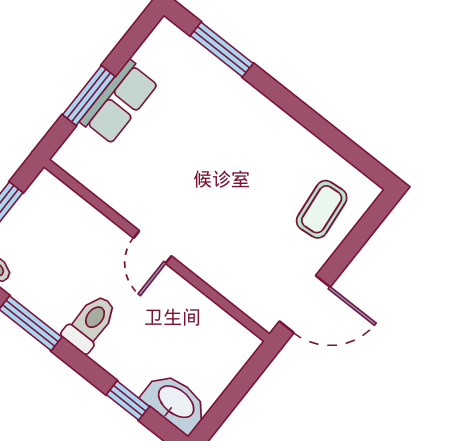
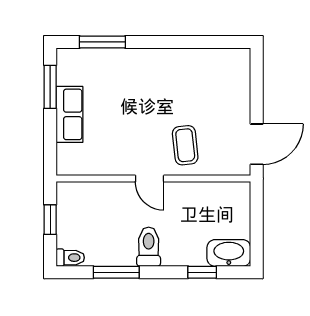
window: (89, 95) -> (50, 87), moved
coffee table: (322, 209) -> (185, 145), moved

